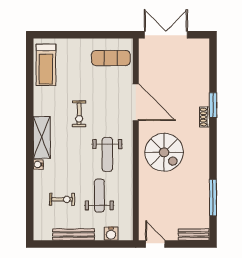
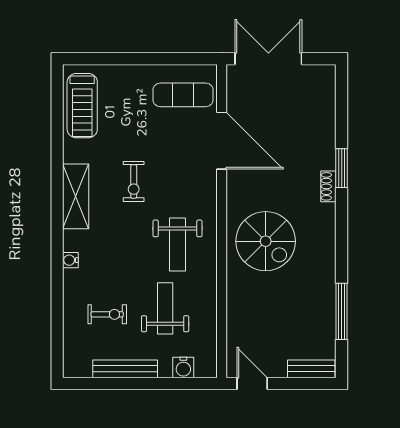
door: (136, 102) -> (222, 141), moved
shelving: (42, 137) -> (76, 196), moved

